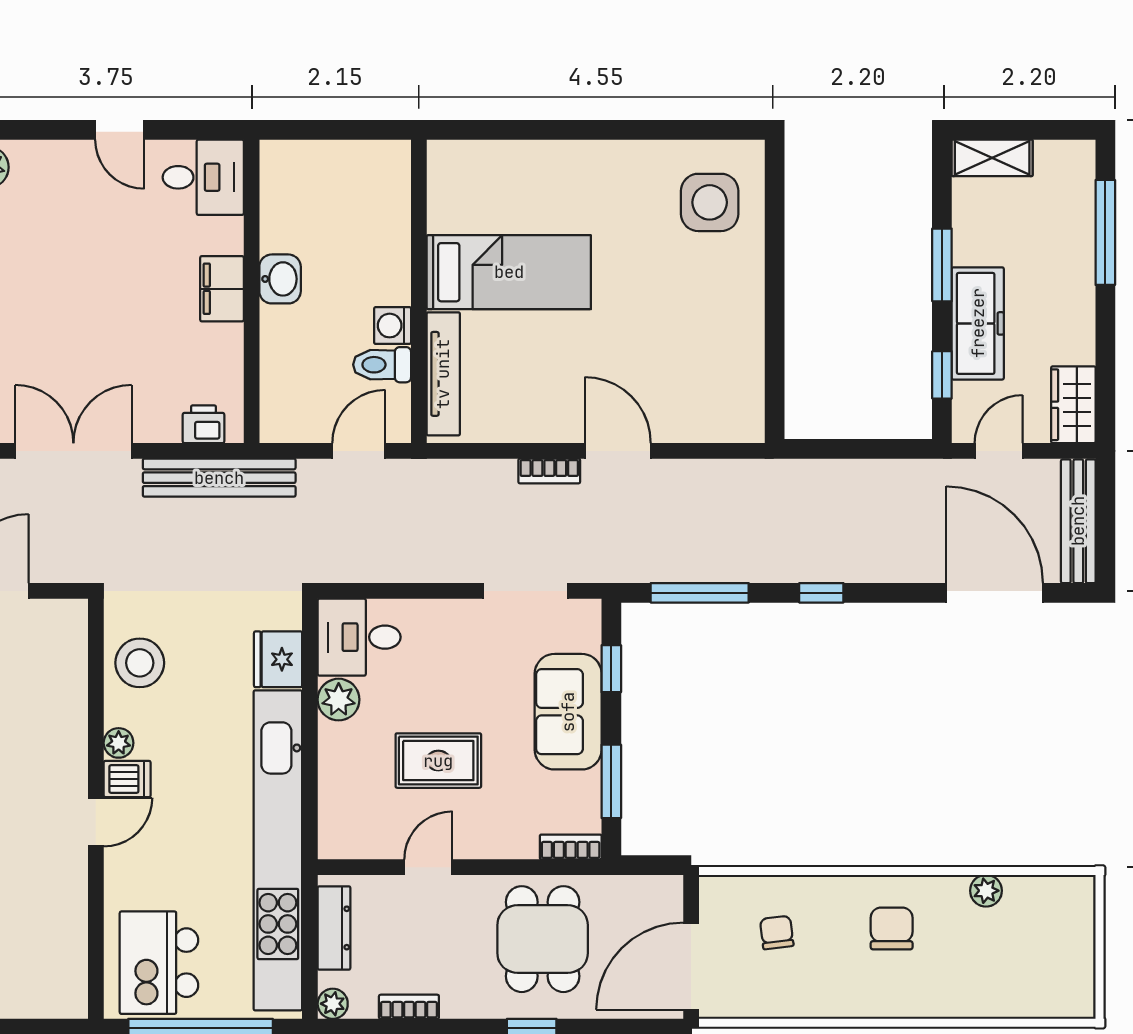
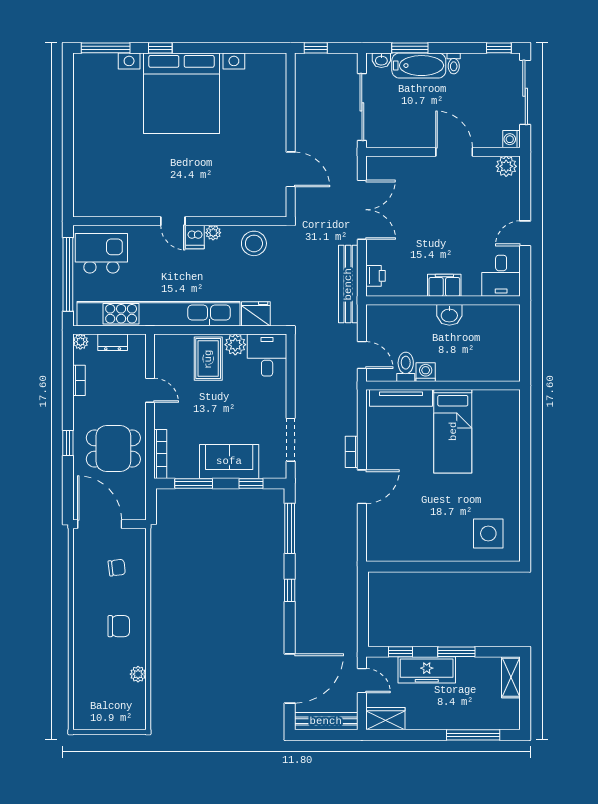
rug: (438, 761) -> (208, 359), moved
bookcase: (571, 847) -> (160, 454), width x1.56
dresser: (334, 928) -> (113, 342), width x0.70

